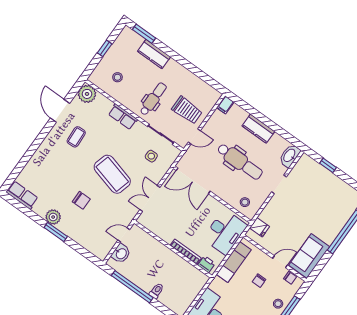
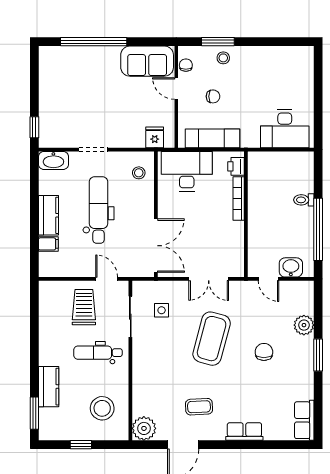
stool: (117, 77) -> (102, 408), width x1.89, depth x1.89
filing cabinet: (225, 105) -> (48, 244), moved
row of seats: (123, 117) -> (244, 432), moved, turned -90
window: (328, 165) -> (34, 127), moved
plant: (53, 217) -> (304, 325), moved

